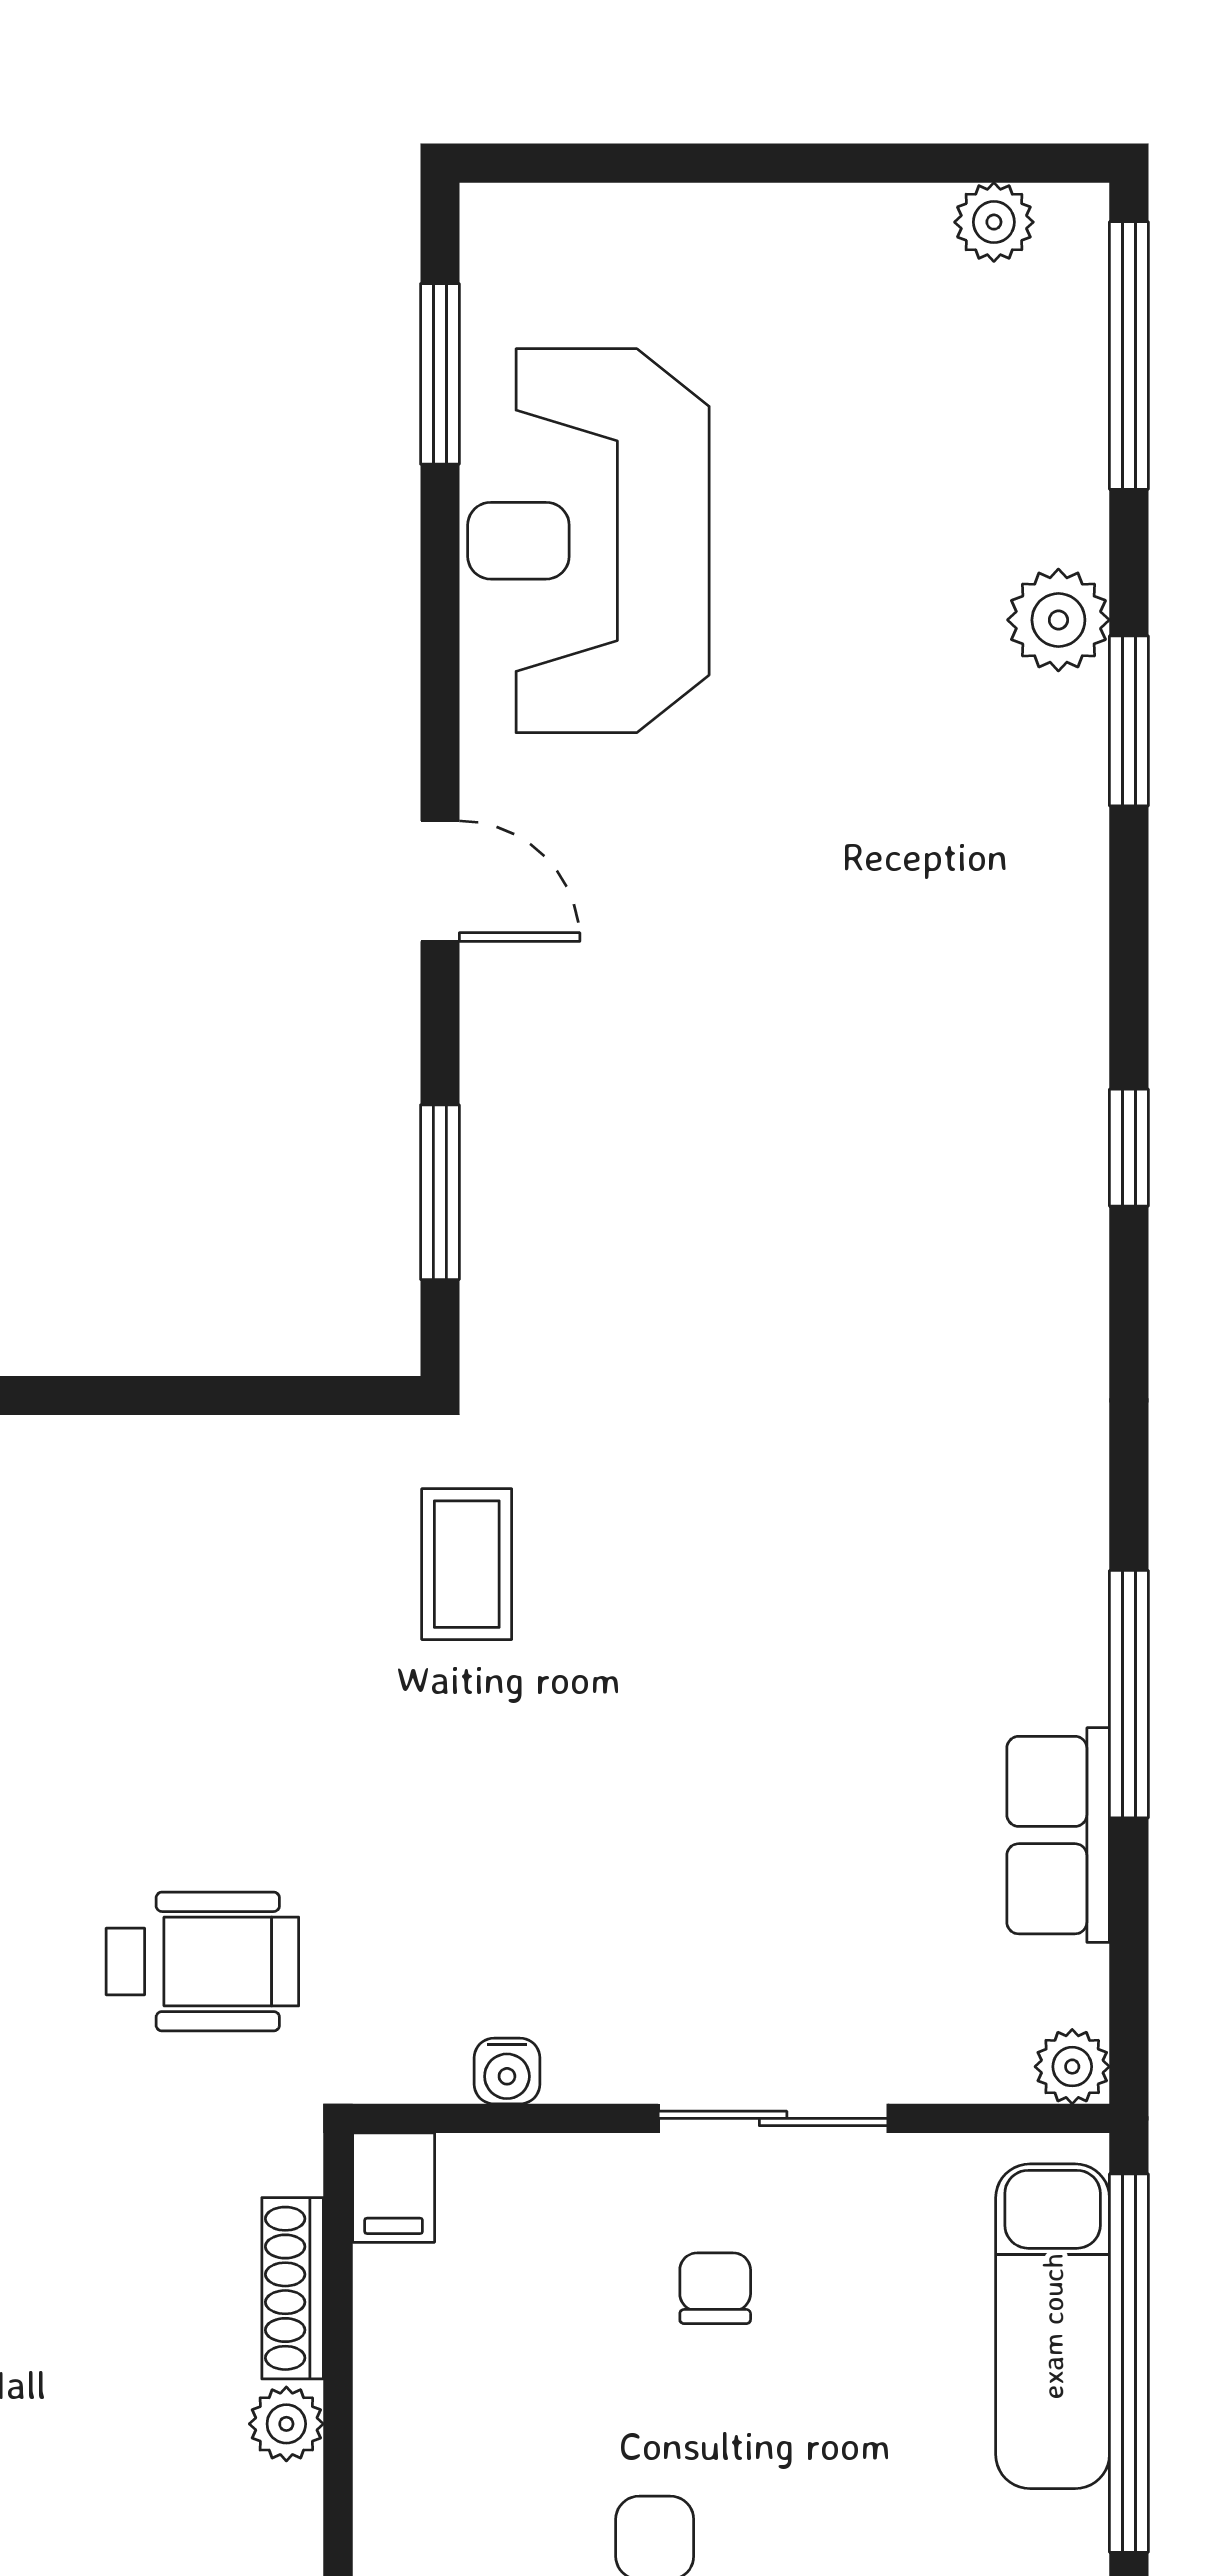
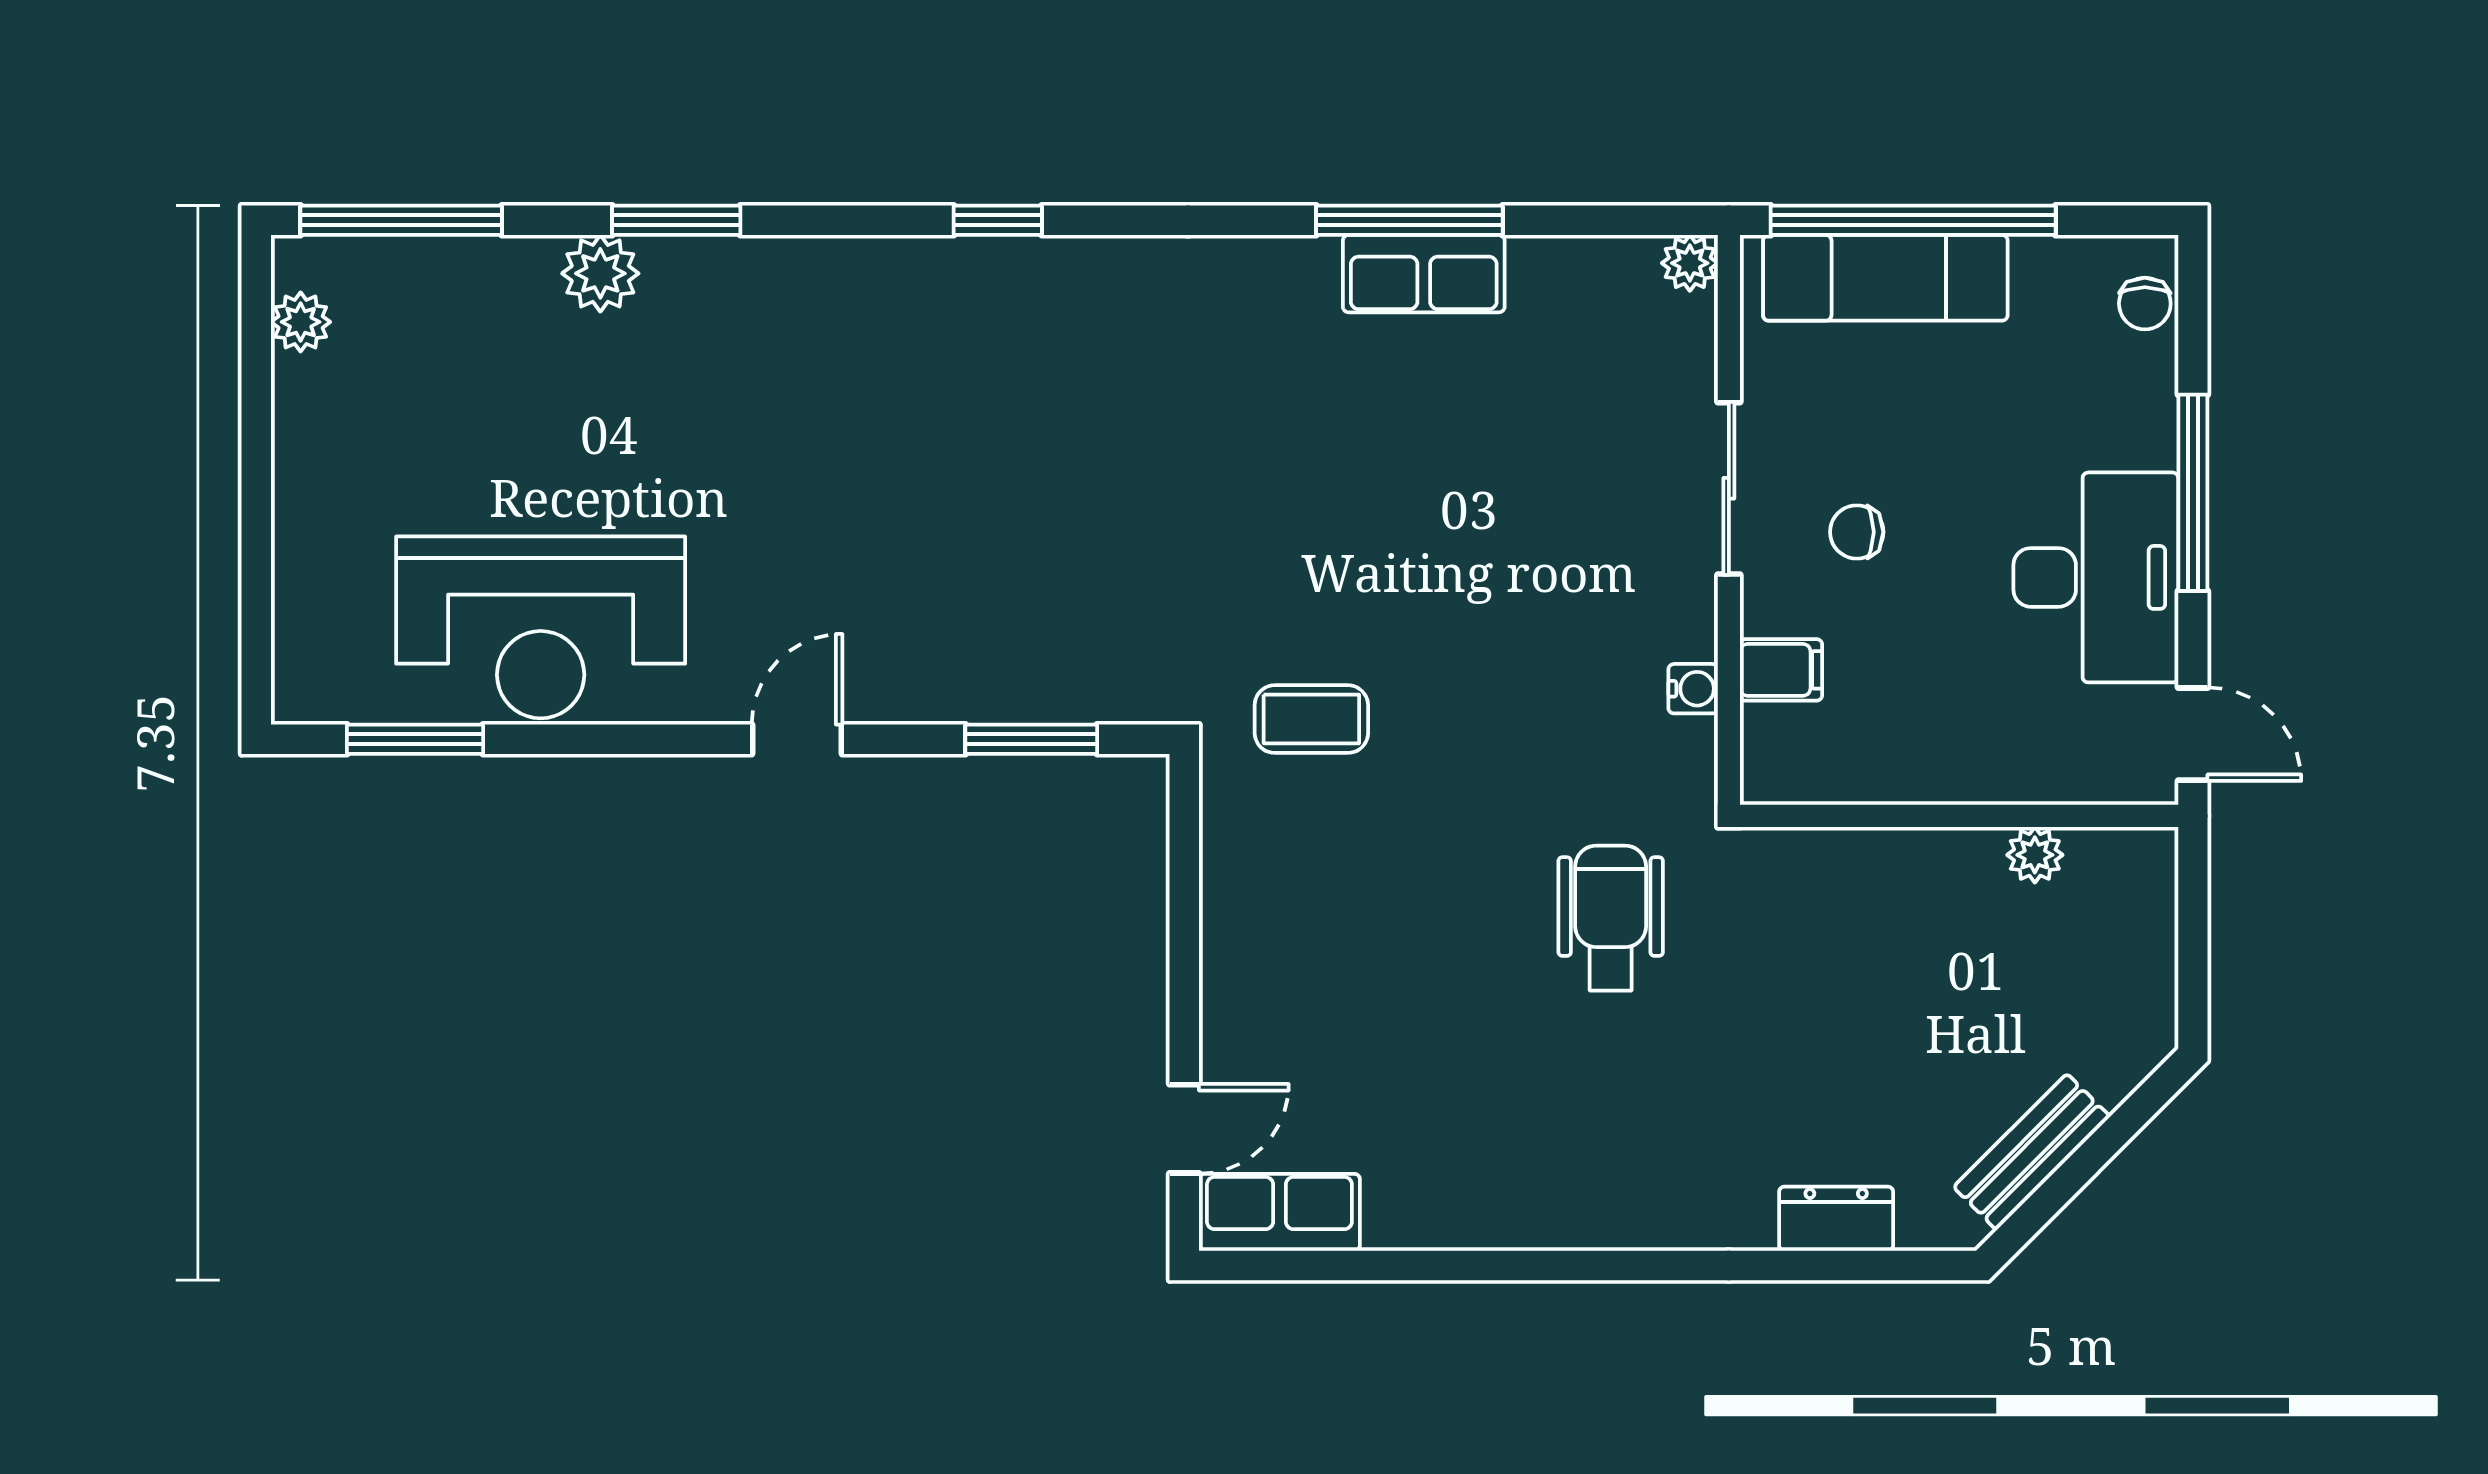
row of seats: (1058, 1835) -> (1424, 274), moved
filing cabinet: (394, 2188) -> (1781, 670), moved
shoe rack: (293, 2288) -> (1857, 850), removed
plant: (286, 2424) -> (2035, 855), moved

